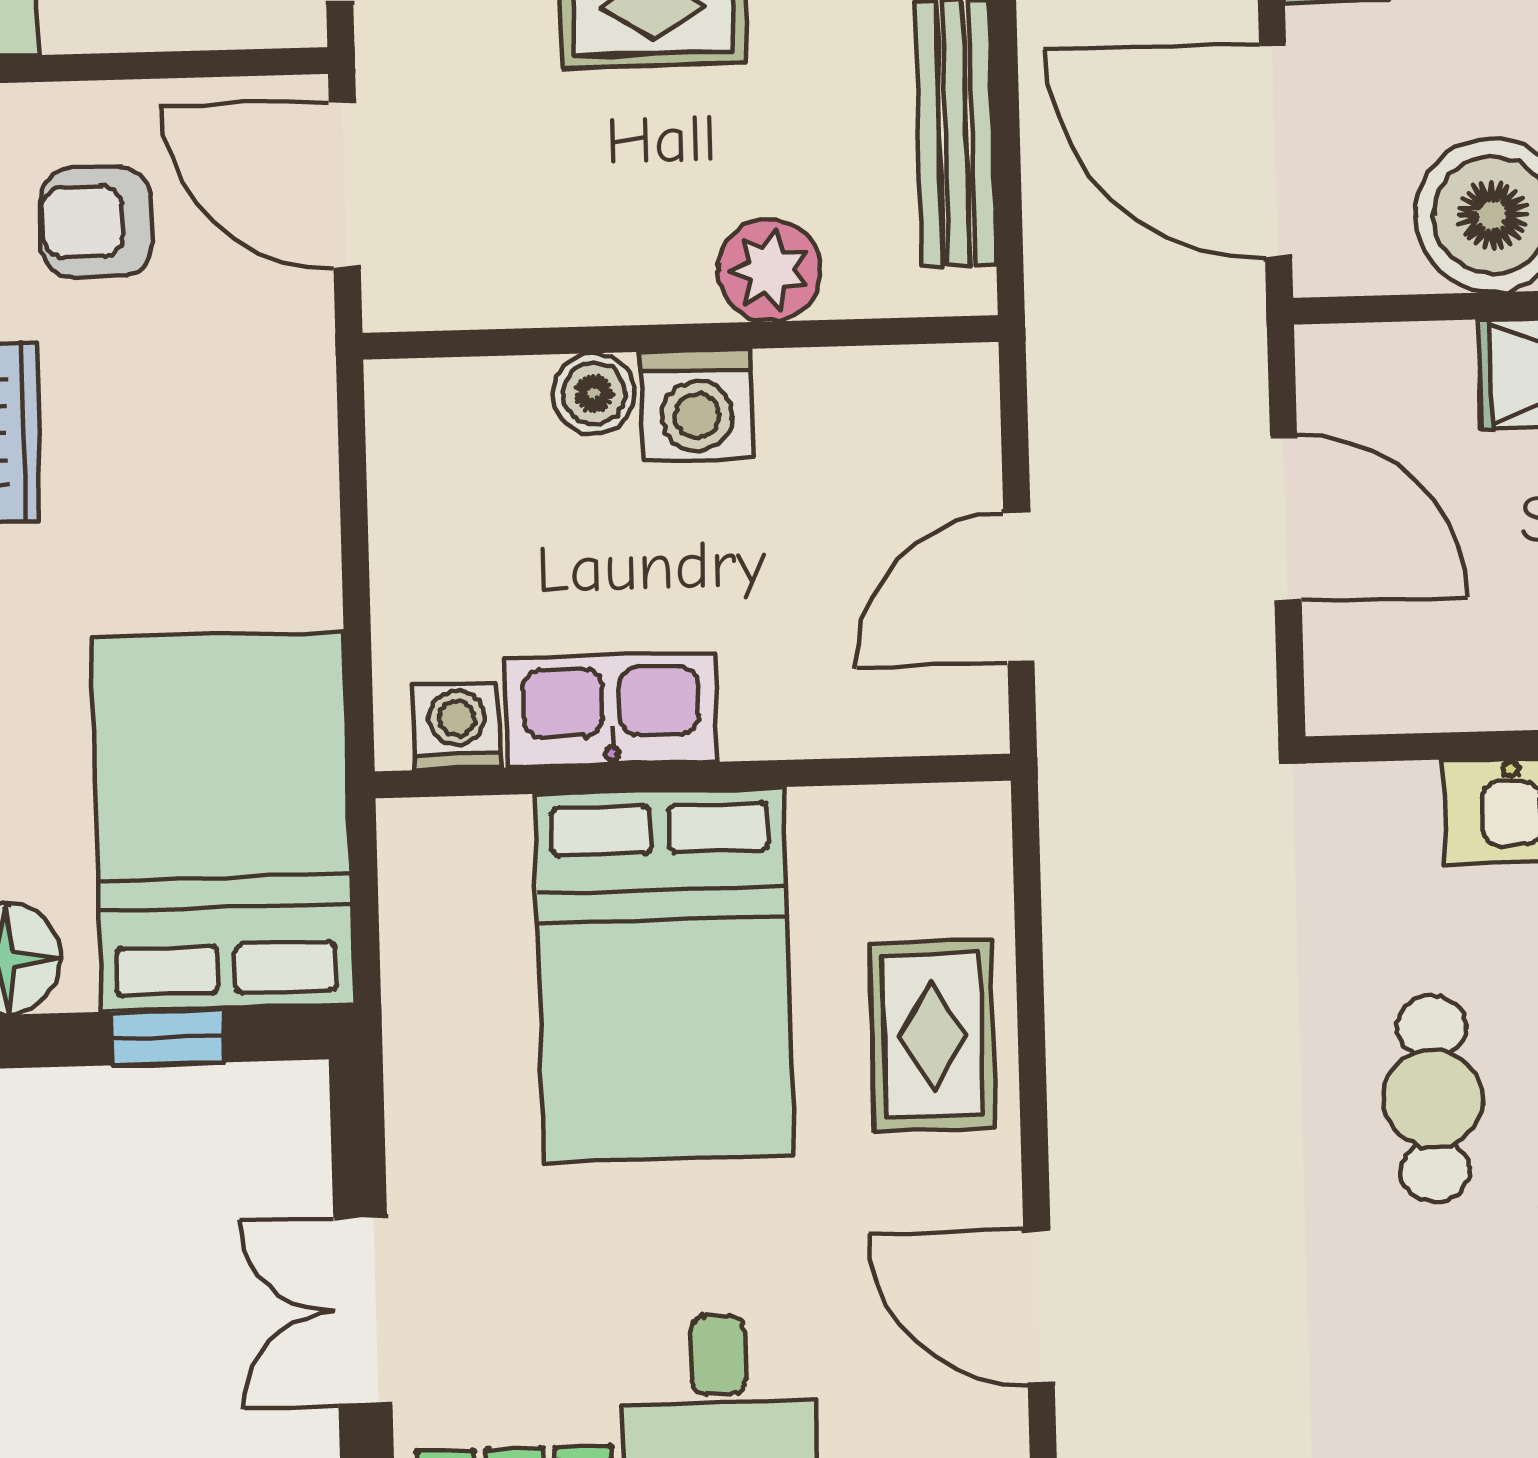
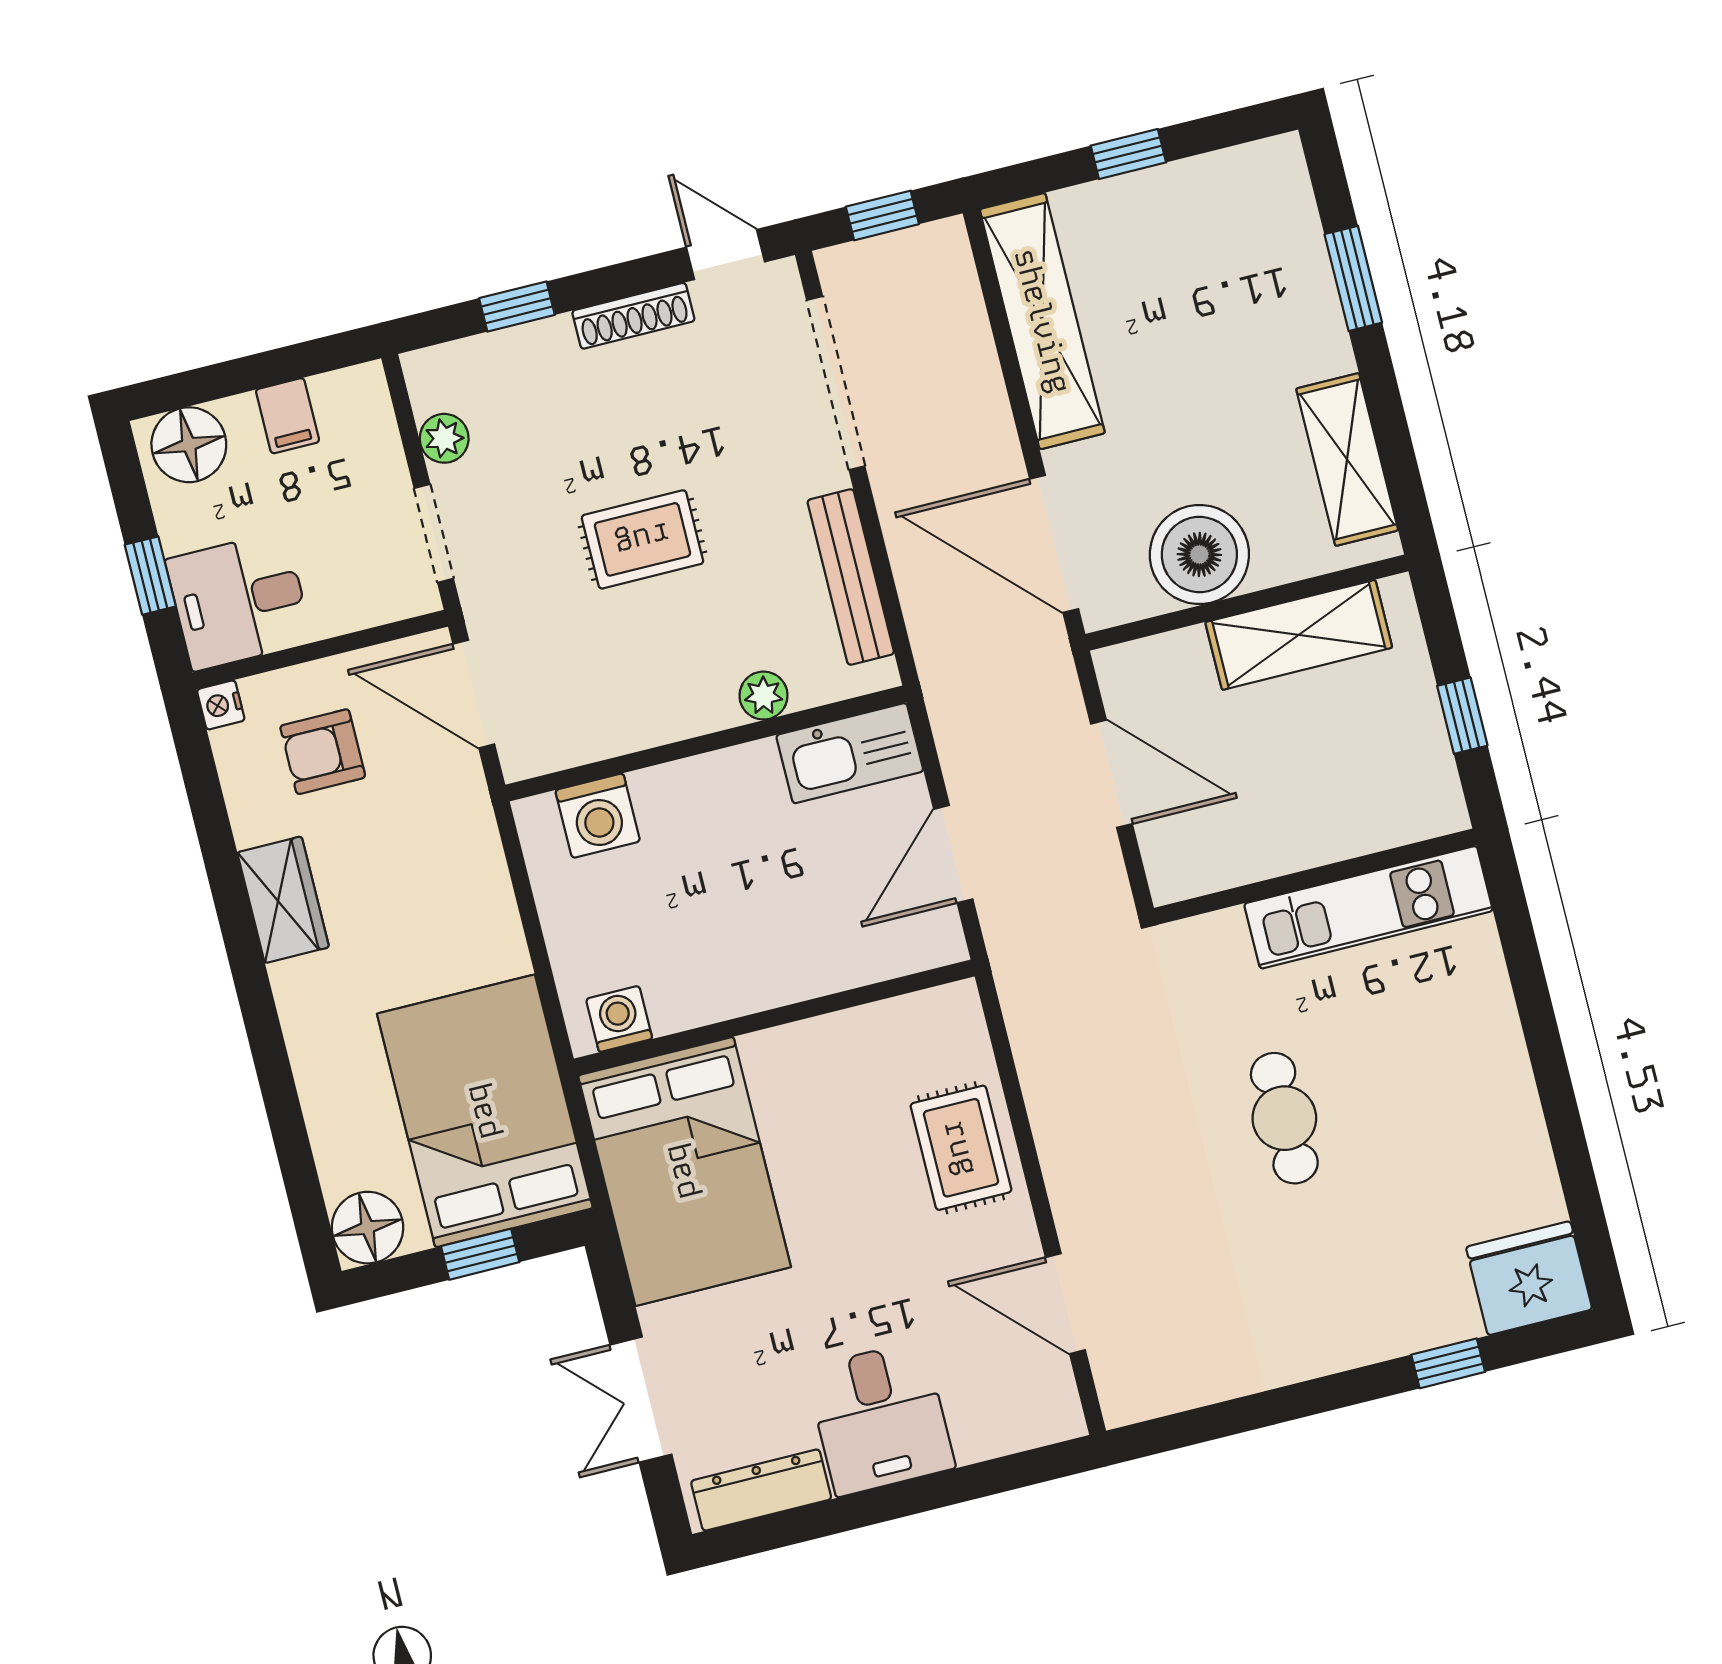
plant: (769, 270) -> (764, 696), width x0.73, depth x0.73
boiler: (594, 394) -> (659, 791), removed
washing machine: (697, 405) -> (598, 816), moved
kitchen sink: (611, 710) -> (850, 753), moved, turned 180
bed: (664, 975) -> (684, 1171), moved

